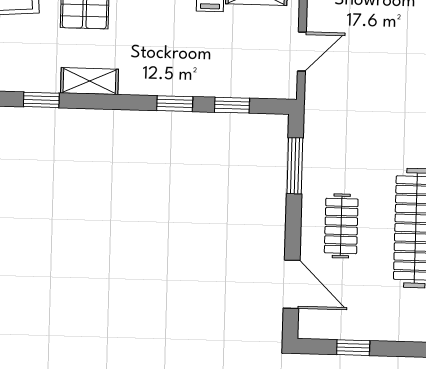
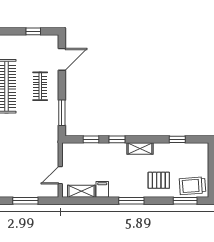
door: (302, 51) -> (60, 175), moved
shelving: (89, 81) -> (140, 148), moved
door: (292, 284) -> (62, 59), swing flipped

